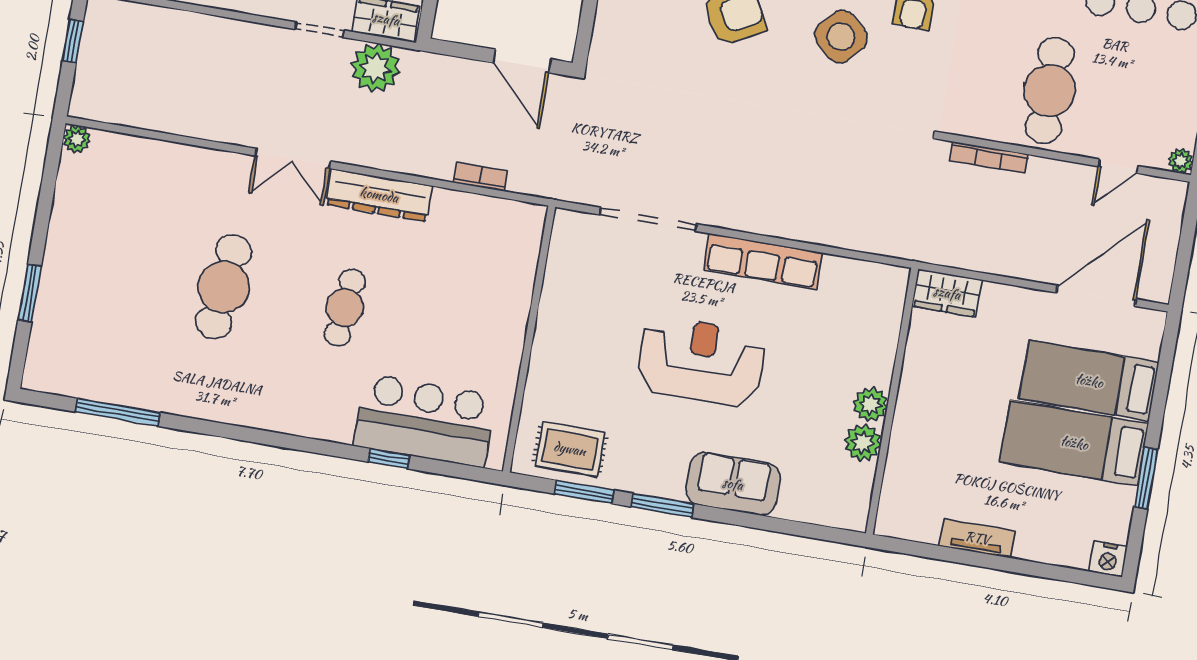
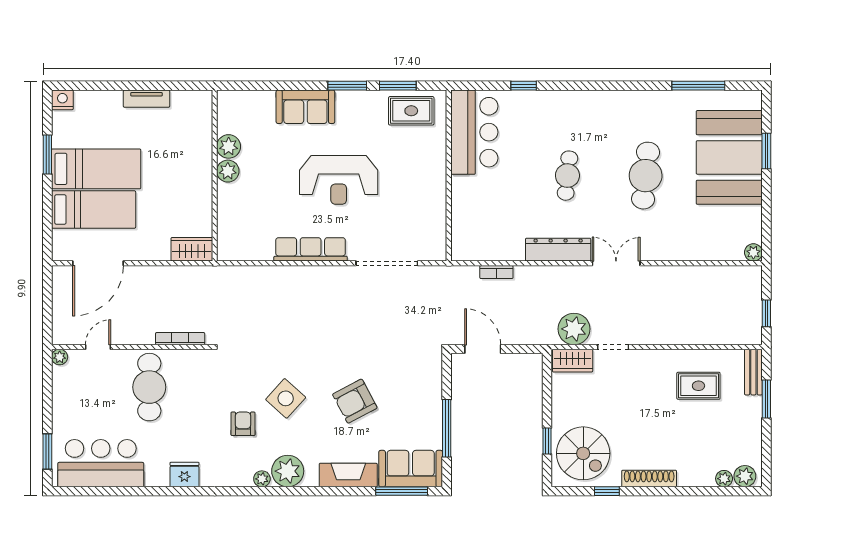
booth: (89, 293) -> (729, 157), added
bar counter: (425, 421) -> (474, 132), moved, turned -90

